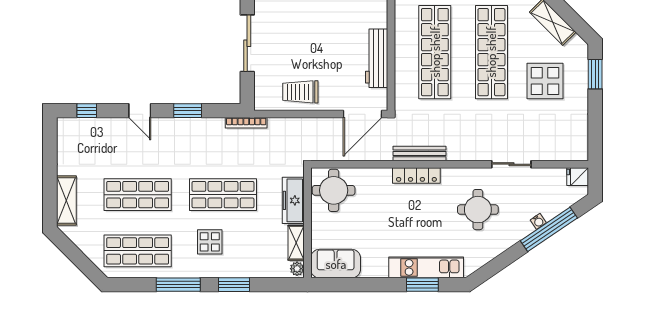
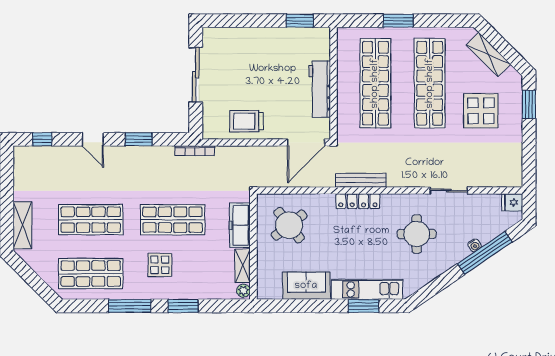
round table: (334, 190) -> (289, 225), moved, turned -38
sofa: (336, 264) -> (306, 286), moved

